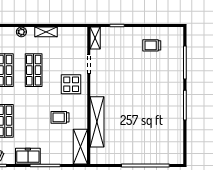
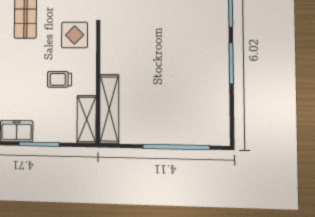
shelving: (97, 122) -> (109, 109), moved

